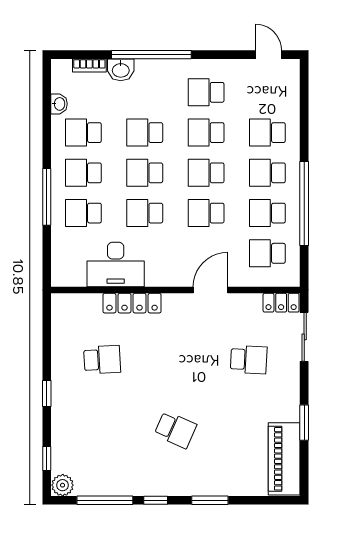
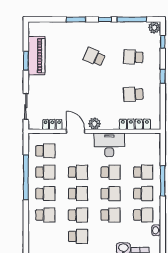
desk: (116, 264) -> (109, 145), moved
door: (211, 290) -> (76, 131), swing flipped
locker: (132, 303) -> (135, 124), moved
locker: (281, 303) -> (52, 125), moved
plant: (175, 304) -> (95, 124), added
school desk: (249, 360) -> (133, 57), moved
piano: (284, 459) -> (36, 56), moved

